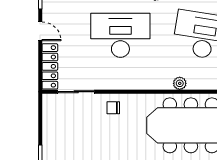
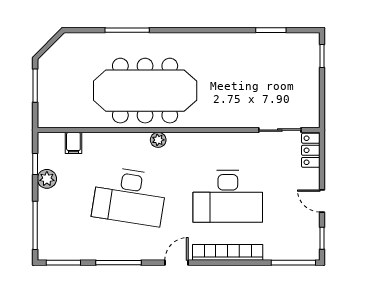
locker: (50, 66) -> (311, 150), width x0.66
chair: (113, 108) -> (236, 111), removed

